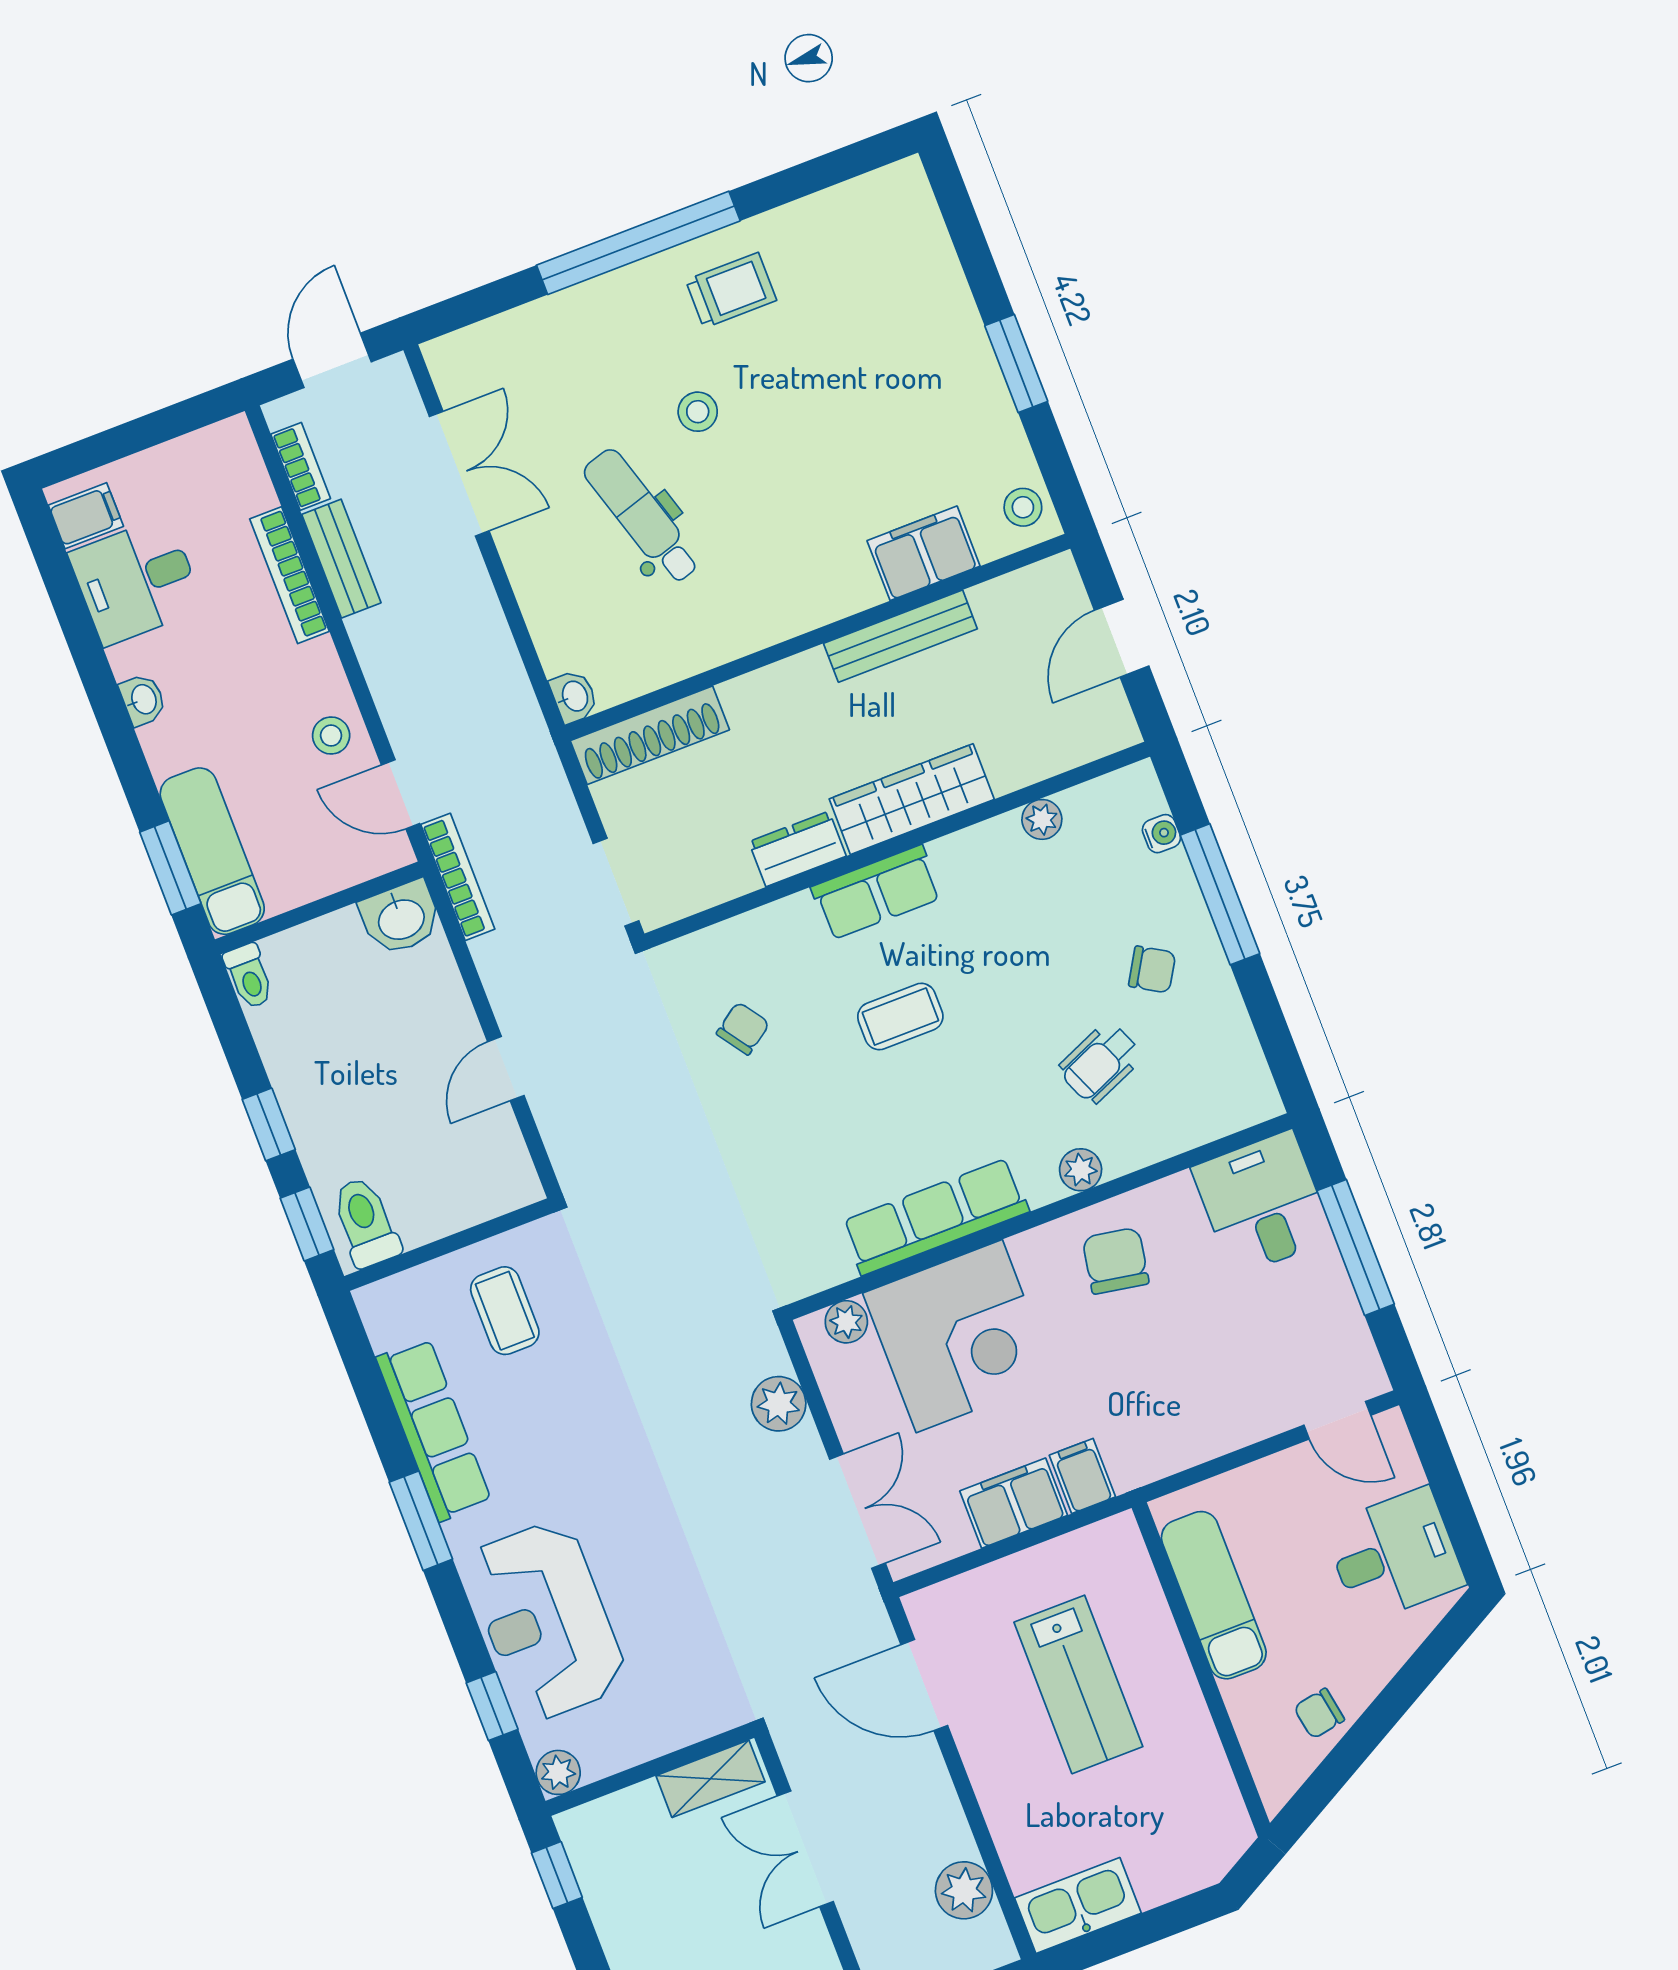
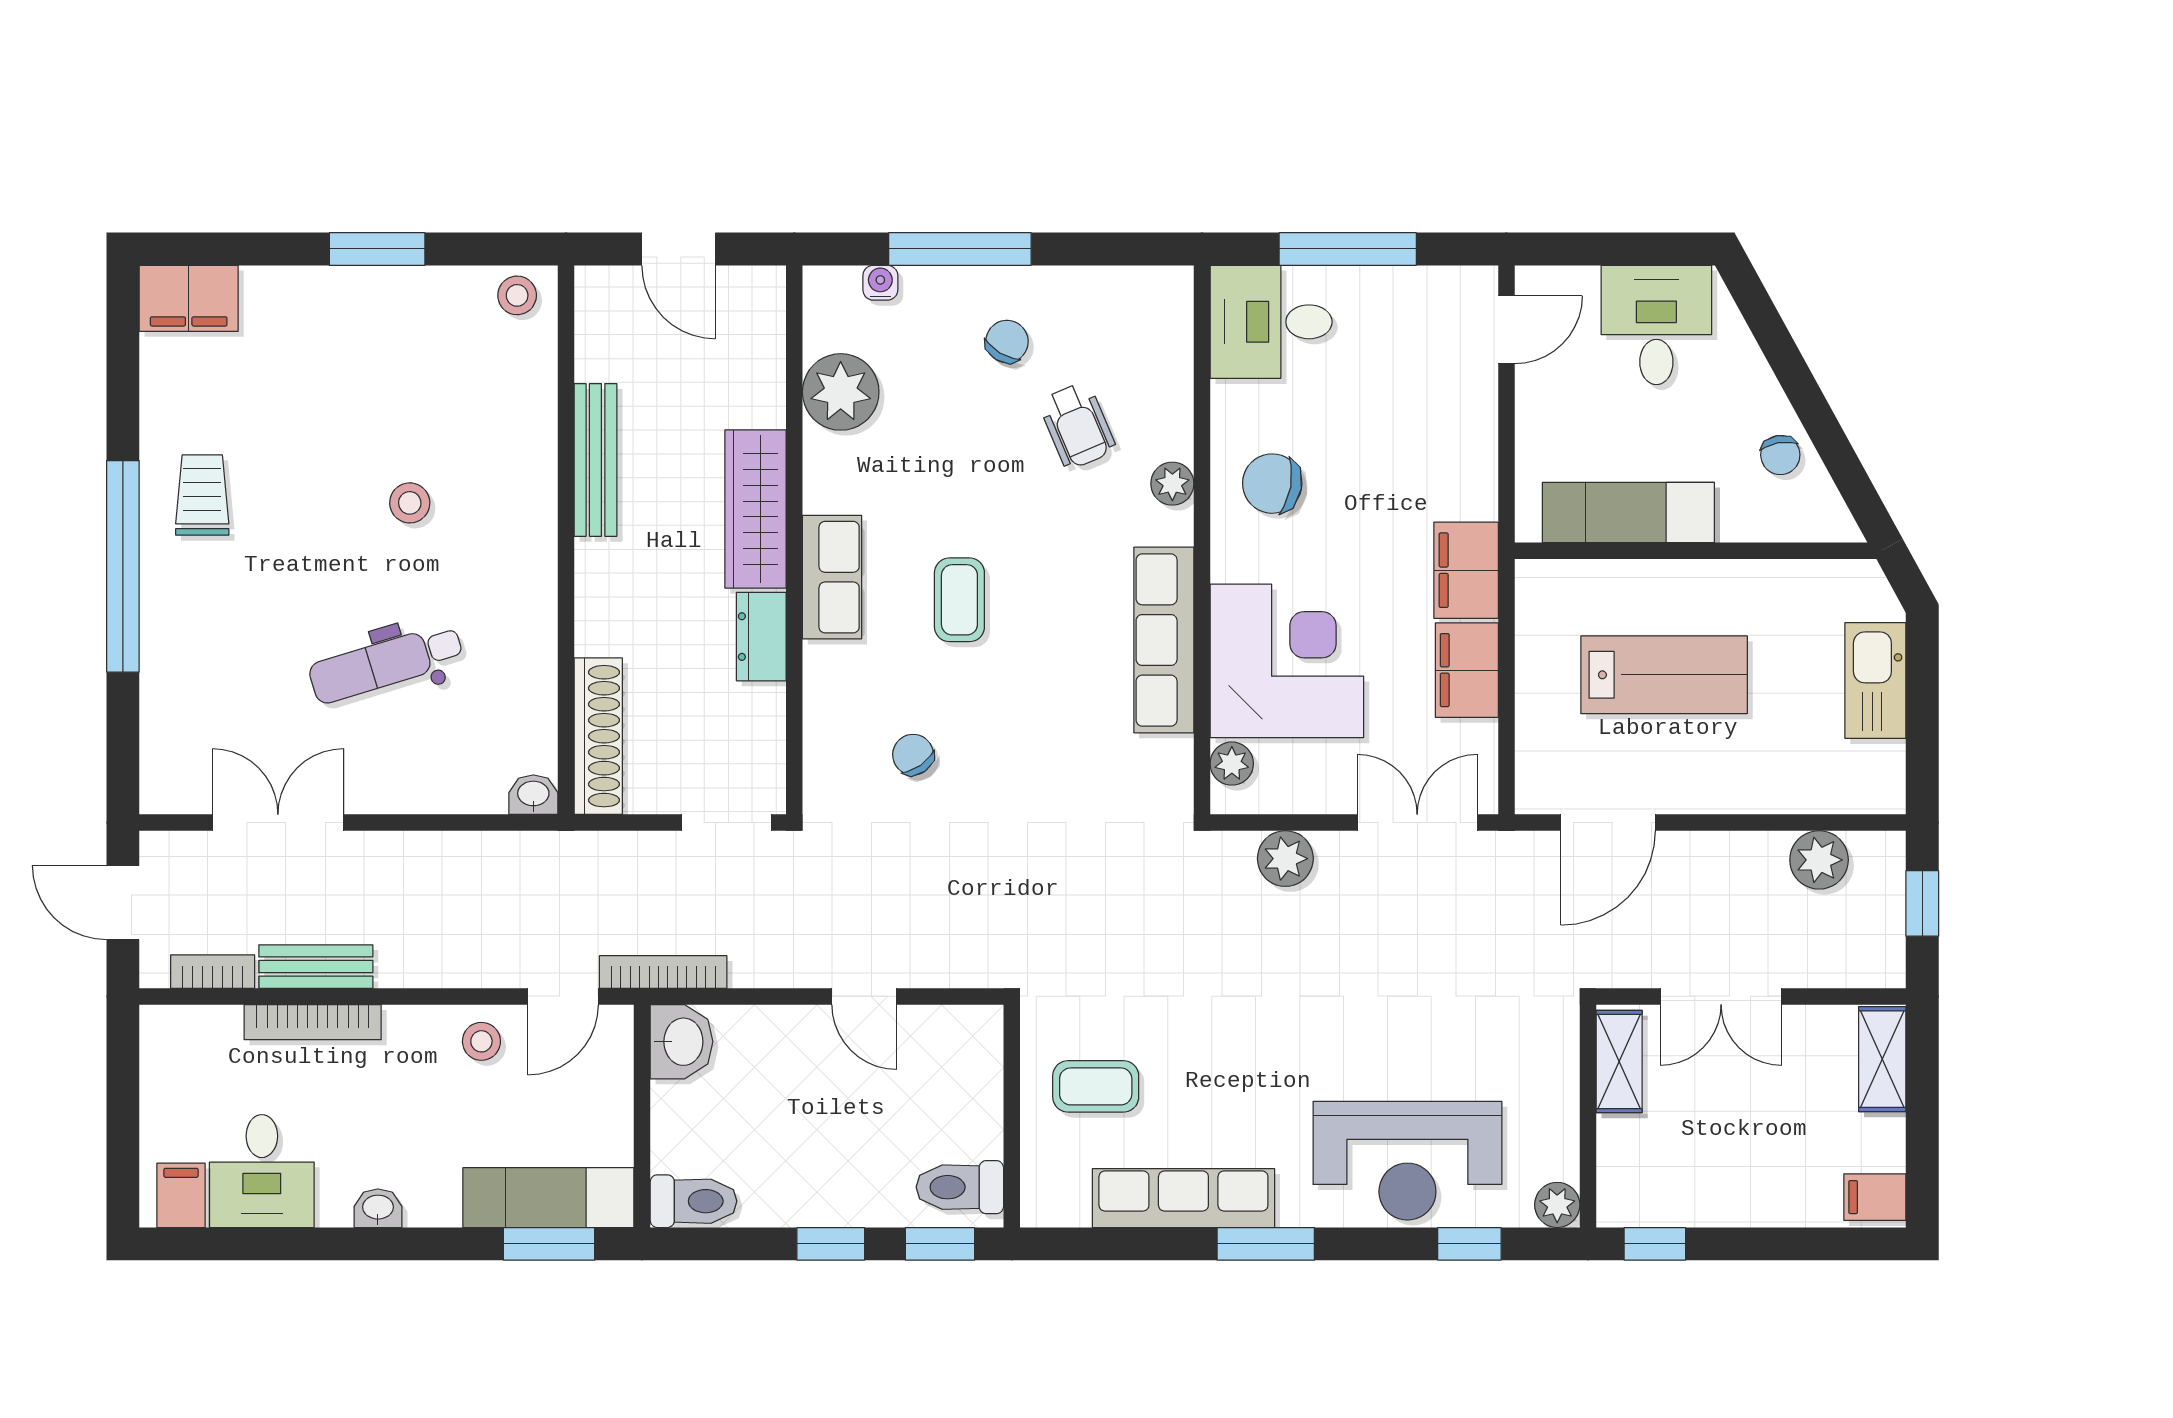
stool: (698, 412) -> (410, 503), moved
filing cabinet: (924, 553) -> (189, 298), moved, turned -90
plant: (1042, 819) -> (841, 392), width x1.88, depth x1.88
toilet: (249, 976) -> (694, 1201), width x1.37, depth x1.39
filing cabinet: (1082, 1476) -> (1466, 570), width x2.00
kitchen sink: (1078, 1906) -> (1875, 681), moved

